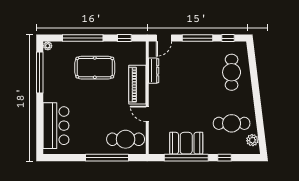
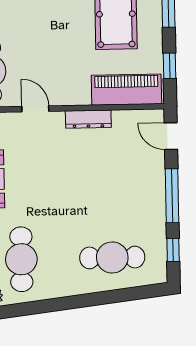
dresser: (154, 71) -> (88, 119), moved
piano: (137, 85) -> (126, 90), moved
door: (147, 114) -> (35, 109), hinge flipped

